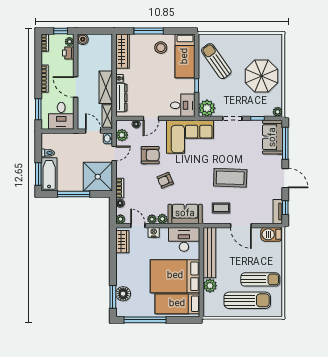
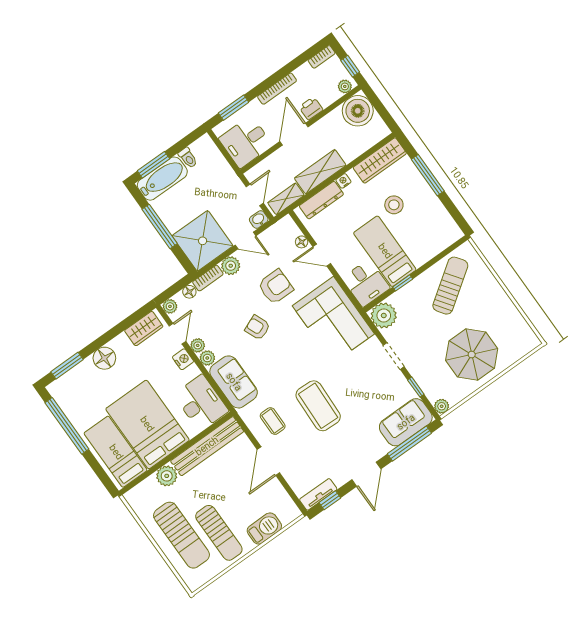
boiler: (83, 39) -> (358, 111), width x1.86, depth x1.86
stool: (161, 48) -> (394, 205), moved
printer: (68, 53) -> (311, 108), moved
bed: (185, 56) -> (385, 251), moved, turned 90
plant: (122, 135) -> (231, 266), moved
armchair: (150, 155) -> (275, 287), turned -90
barbecue: (272, 234) -> (264, 528), moved, turned 90
floor lamp: (123, 294) -> (104, 358), moved

